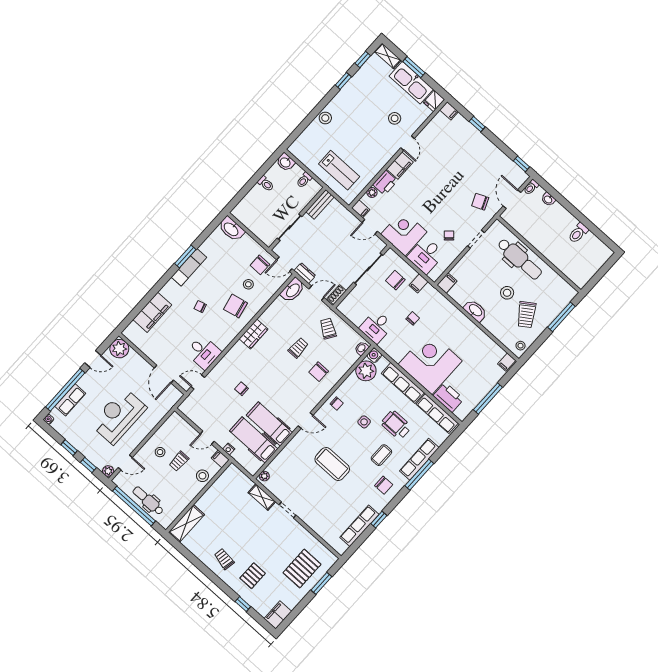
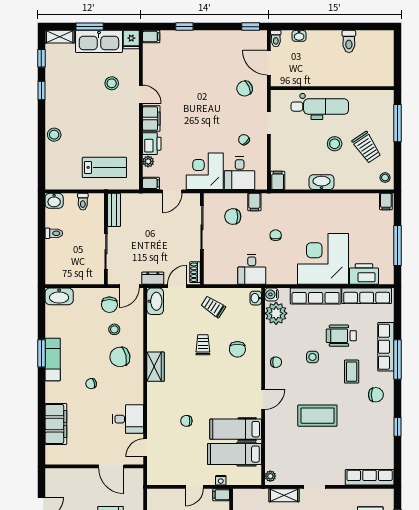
plant: (119, 349) -> (56, 479), removed
row of seats: (359, 526) -> (370, 477), moved, turned 90

